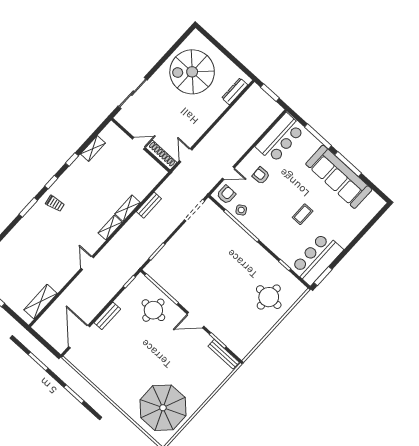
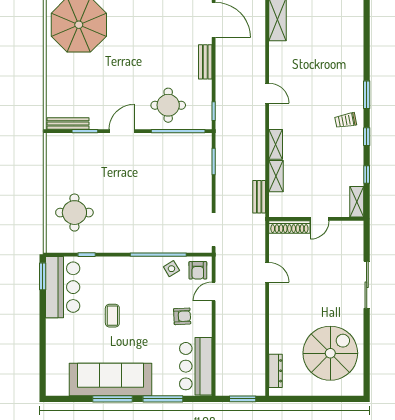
door: (139, 143) -> (320, 219), moved
wall: (141, 145) -> (316, 219), moved
shoe rack: (161, 155) -> (289, 227), moved

